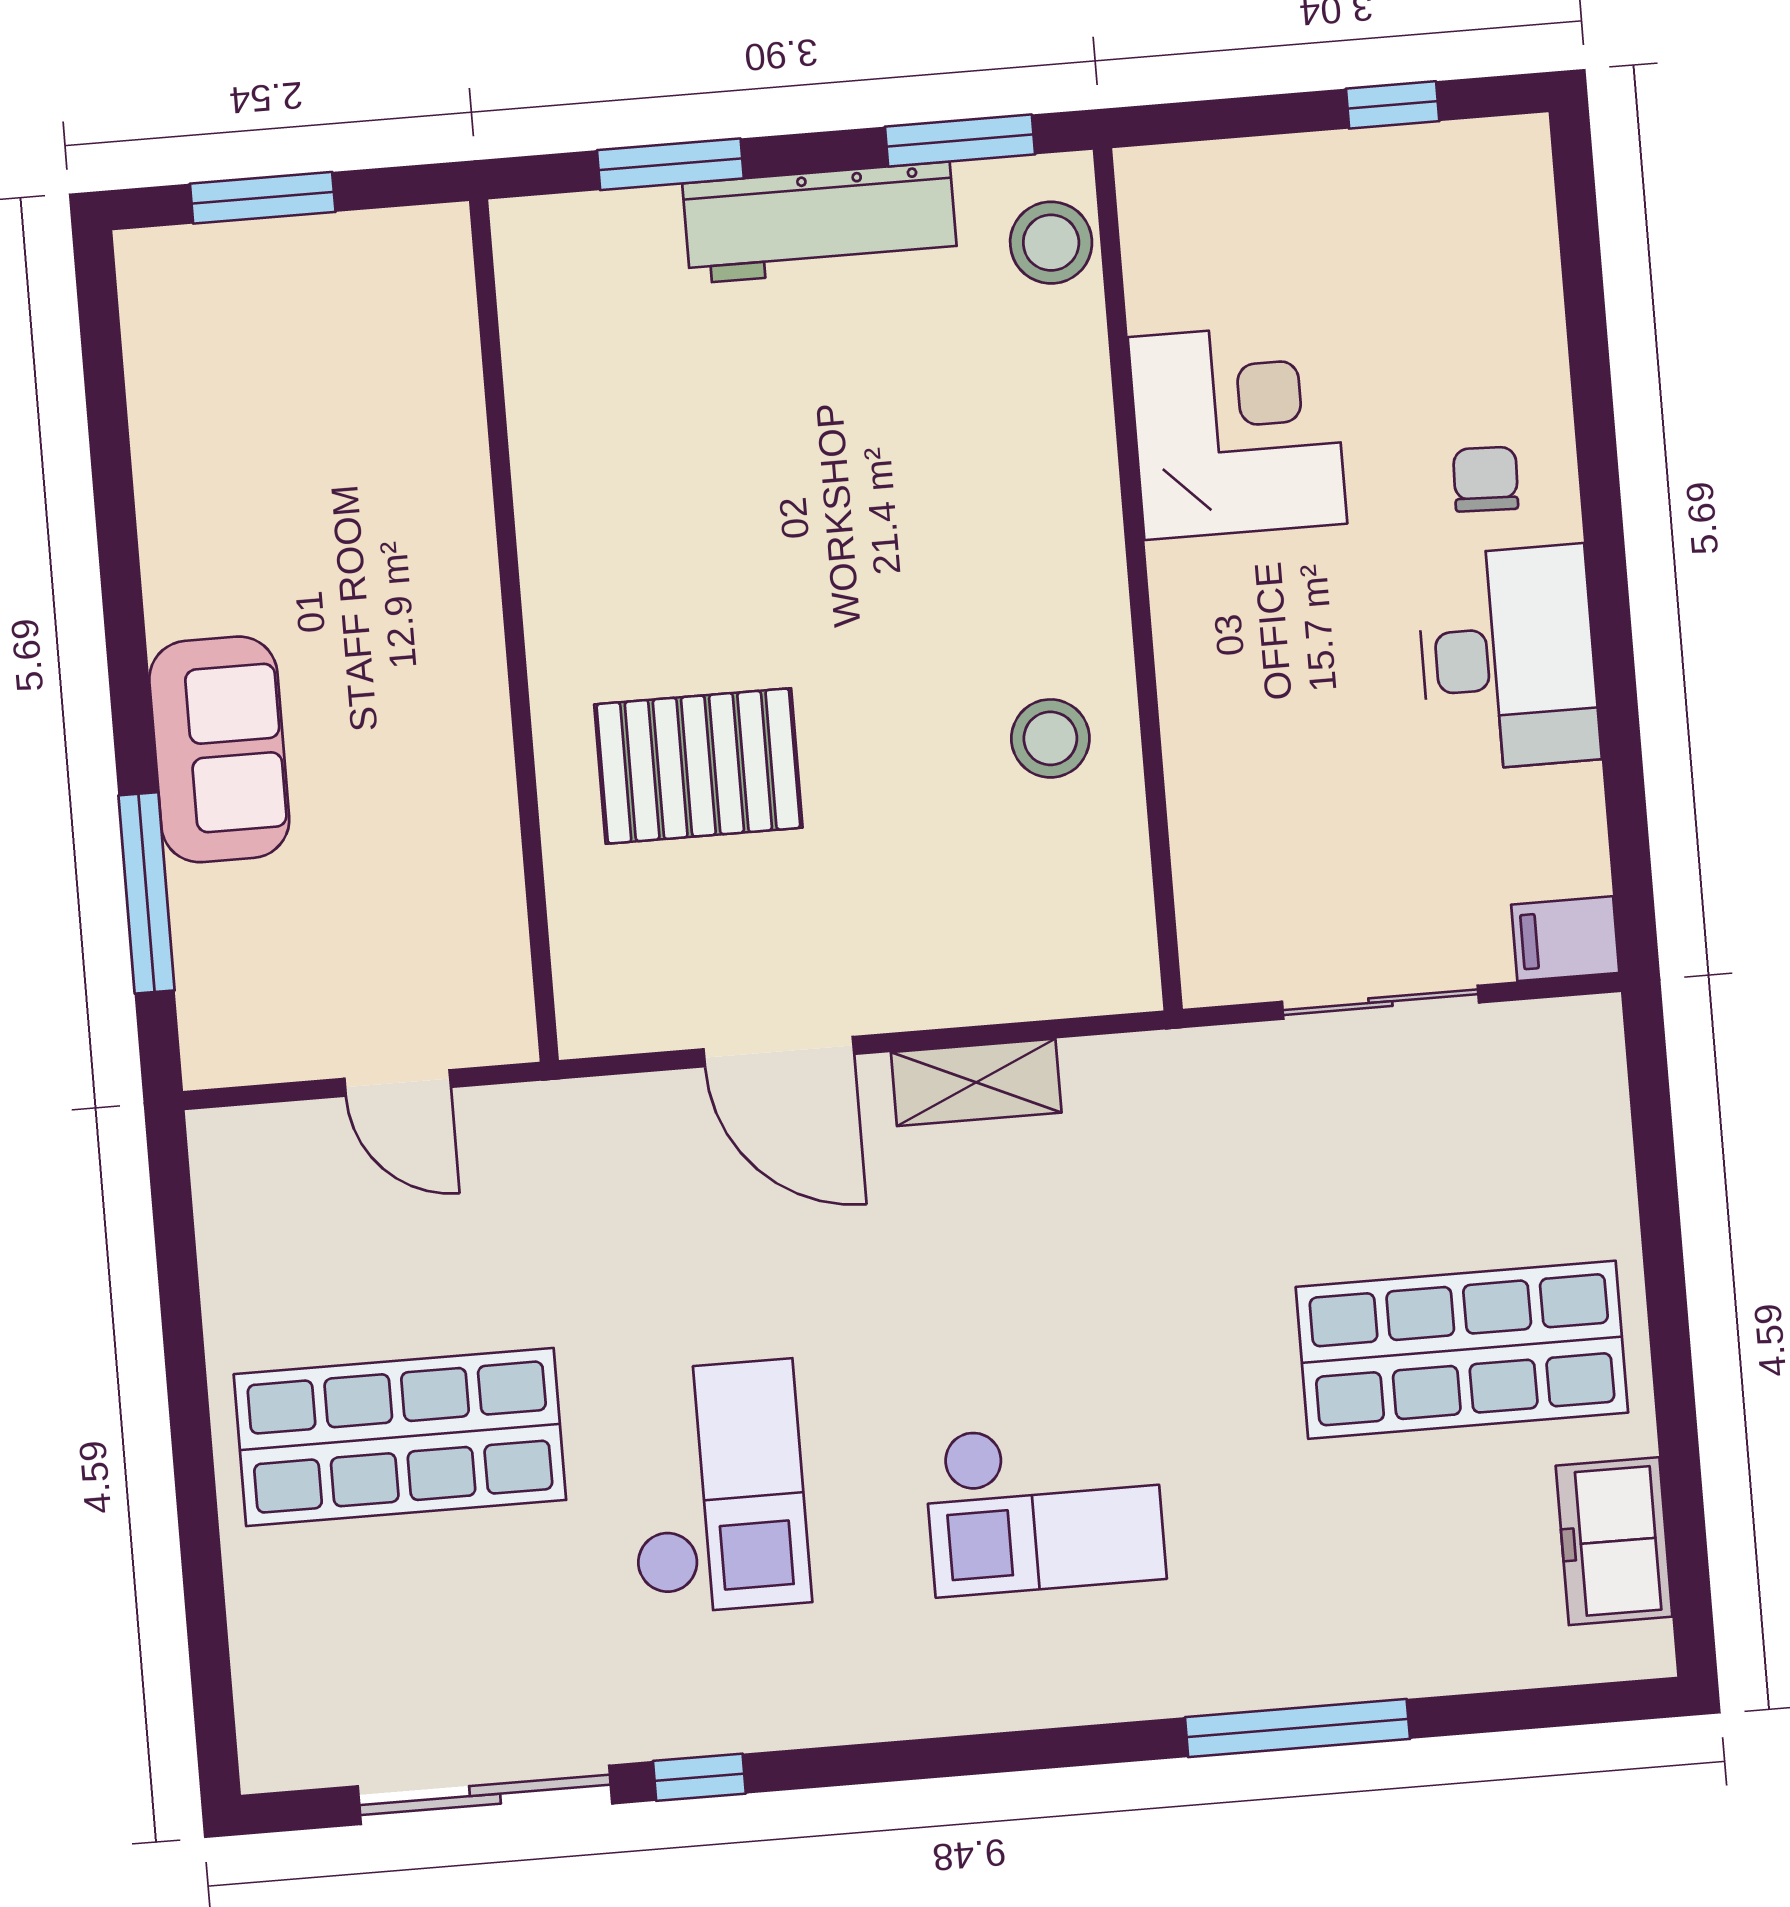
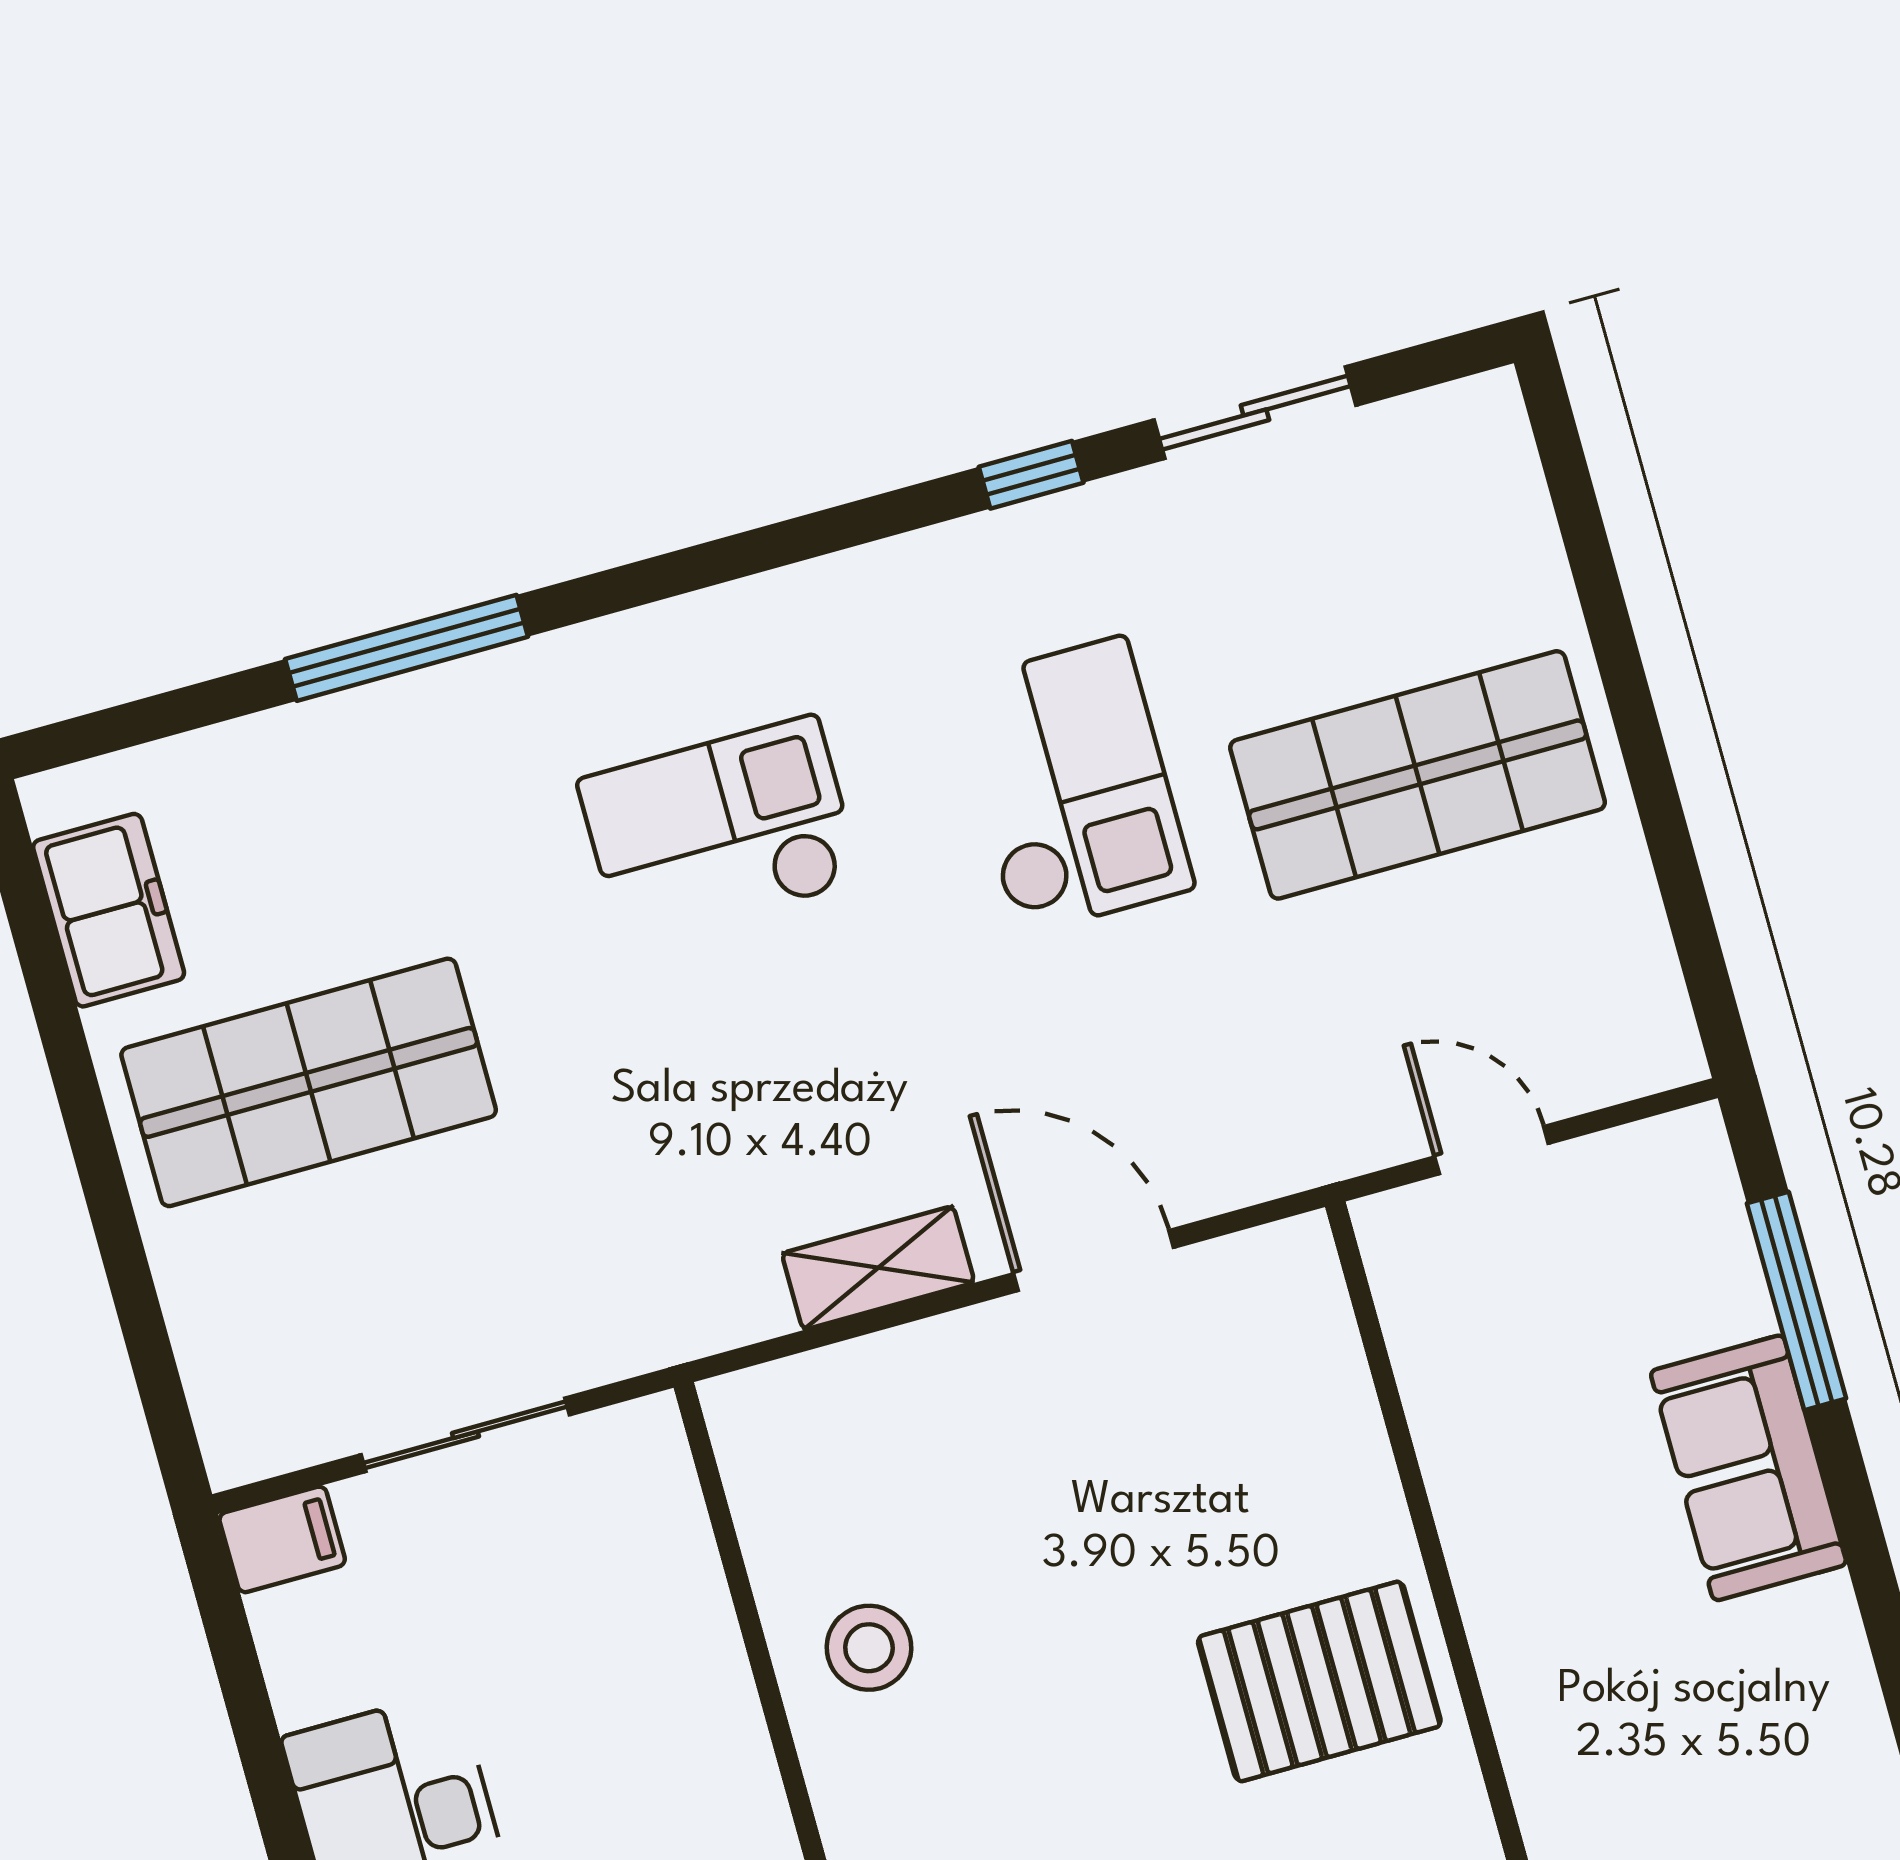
pallet: (698, 766) -> (1319, 1681), moved
checkout: (717, 1487) -> (1071, 786), turned 180
sliding door: (485, 1795) -> (1255, 413), width x0.73

